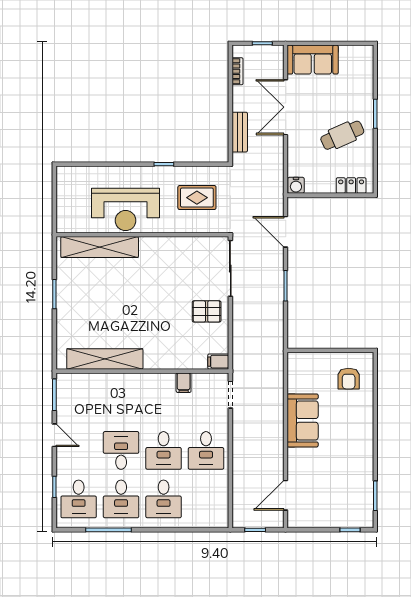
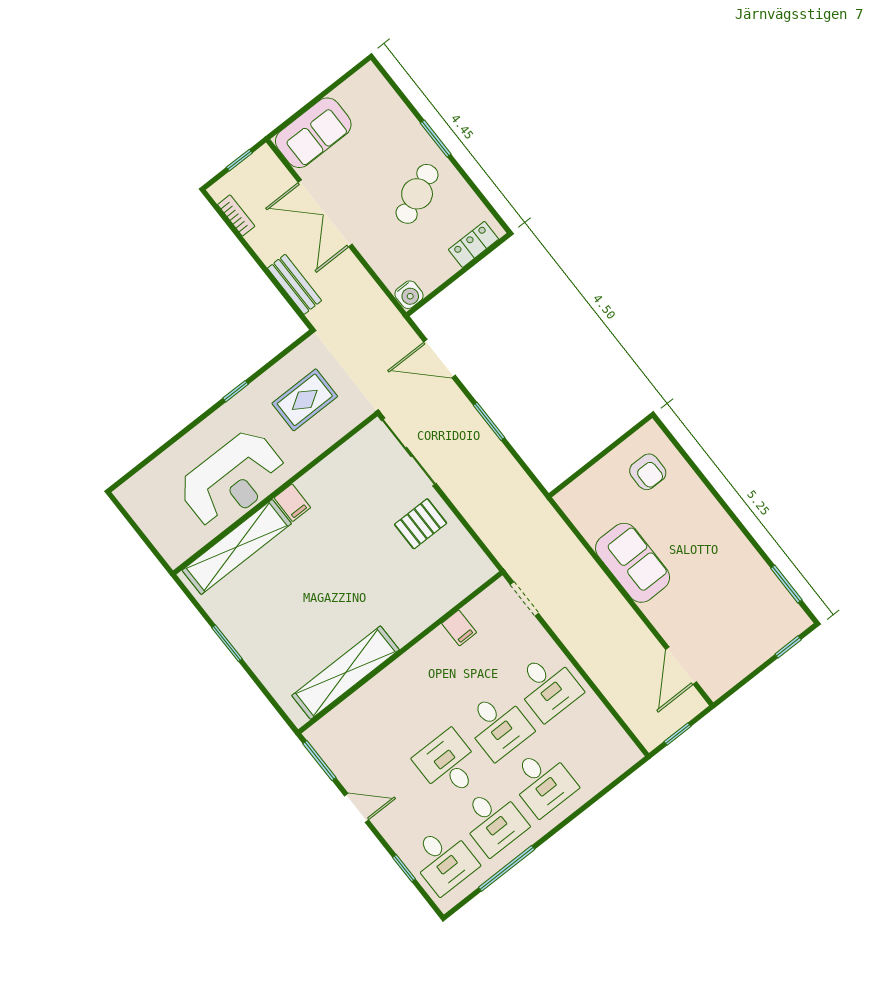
filing cabinet: (218, 362) -> (292, 503), moved, turned -90

